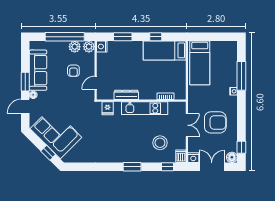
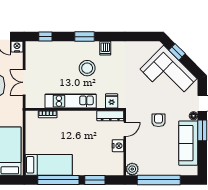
window: (156, 37) -> (58, 180), width x3.17
nightstand: (102, 46) -> (118, 146), moved
plant: (75, 47) -> (148, 169), removed
armchair: (73, 71) -> (159, 120), moved
dresser: (126, 95) -> (110, 116), moved
stool: (160, 143) -> (87, 68), moved
dishwasher: (181, 156) -> (105, 48), moved

